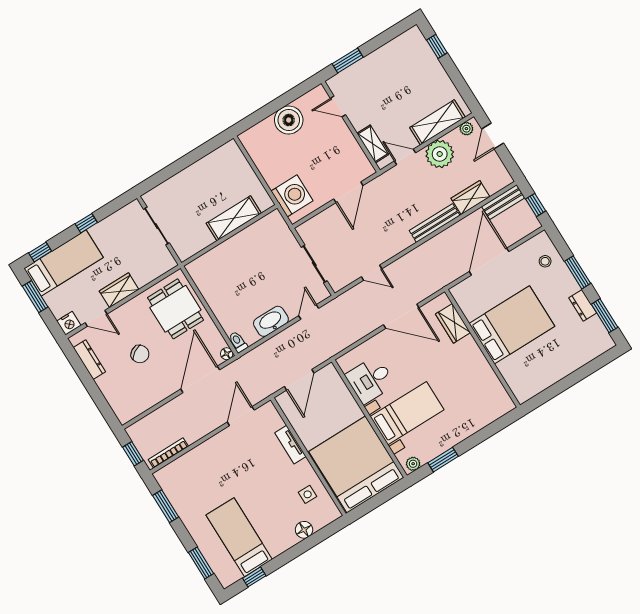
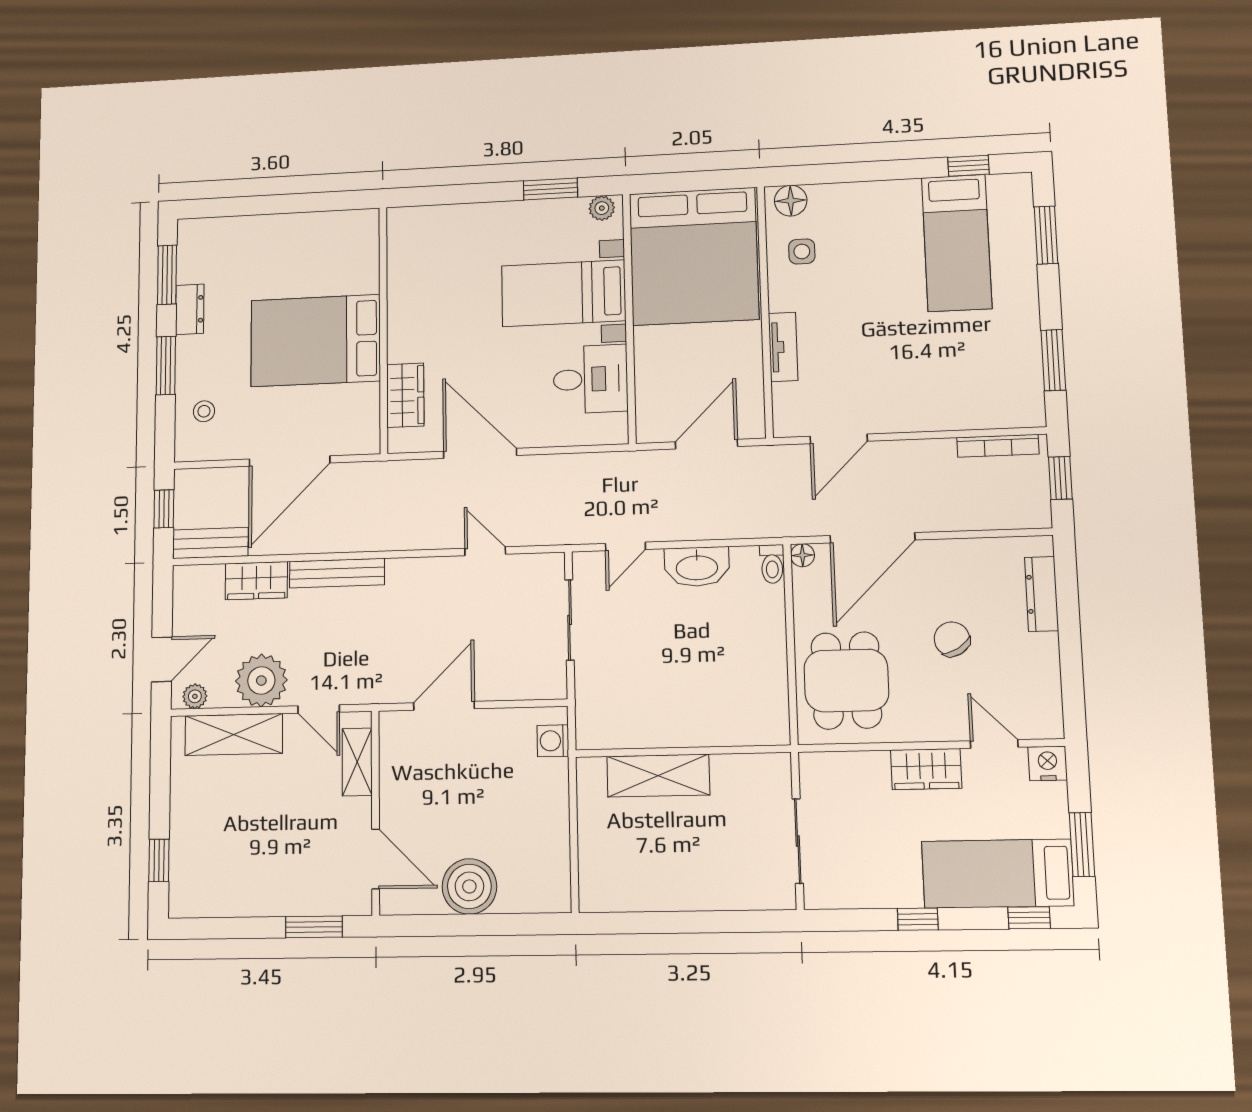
door: (338, 107) -> (376, 859), width x1.38
washing machine: (292, 196) -> (553, 741), width x0.53, depth x0.53
dresser: (89, 360) -> (1042, 594), moved
floor lamp: (304, 530) -> (791, 201), moved

